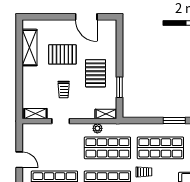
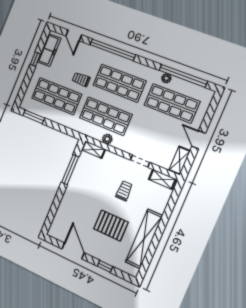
window: (53, 17) -> (105, 266), added
shelving: (30, 48) -> (144, 239), width x1.47
pallet: (96, 73) -> (87, 193), removed
window: (120, 87) -> (70, 170), width x1.44
shelving: (28, 136) -> (180, 161), added

